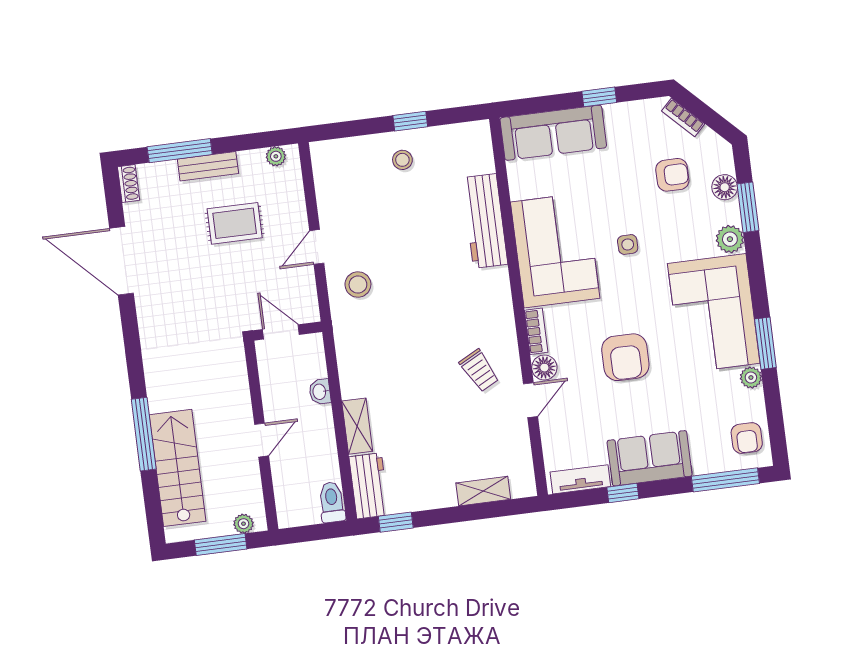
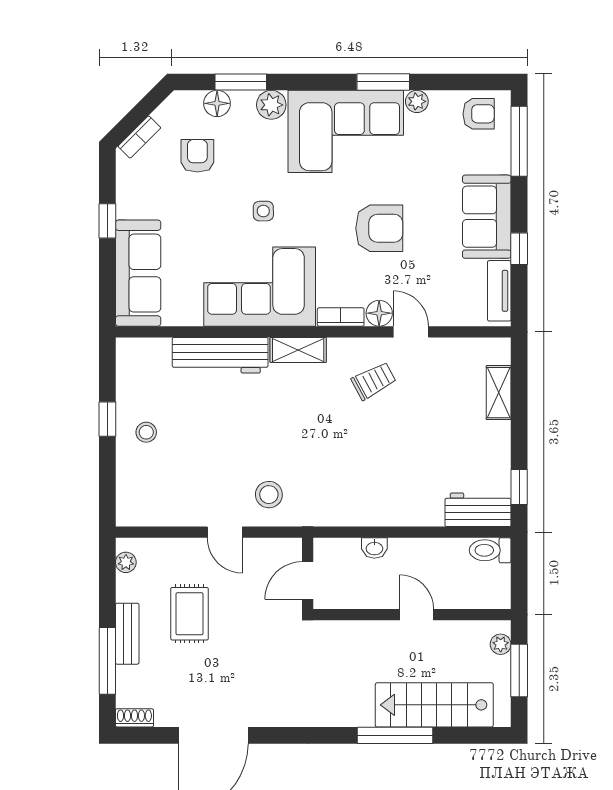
shelving: (357, 426) -> (298, 350), moved

